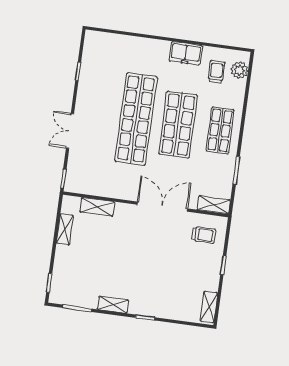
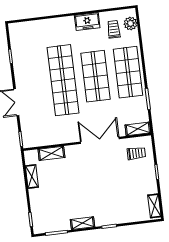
shop shelf: (220, 130) -> (128, 72), width x1.43, depth x1.36

